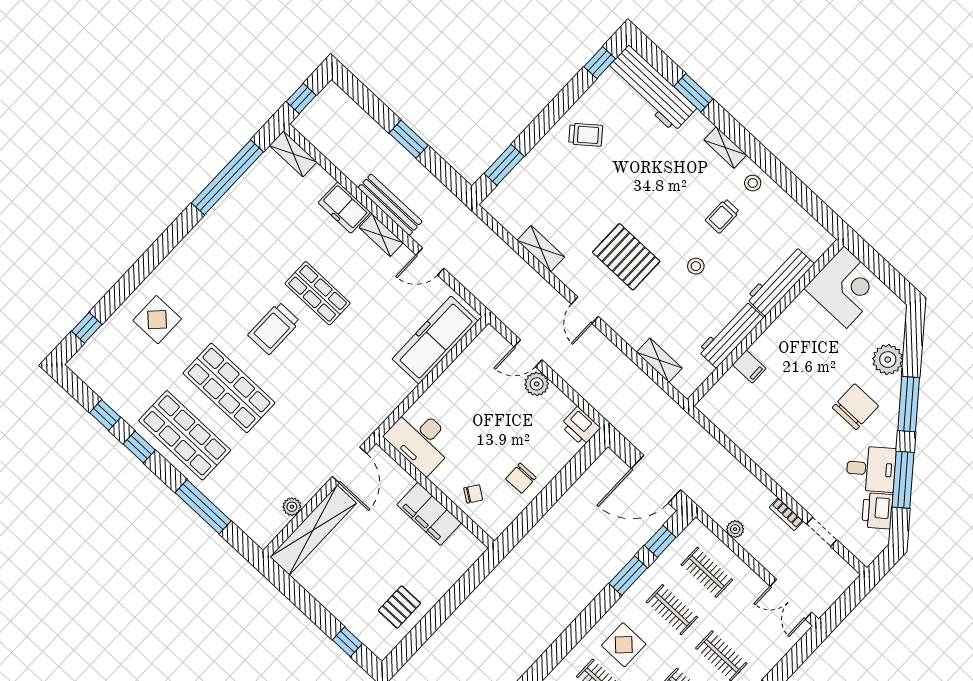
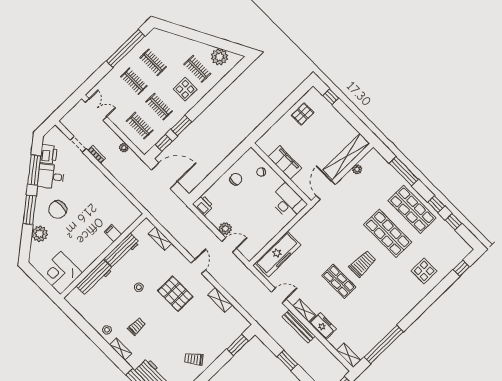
trolley: (722, 216) -> (137, 326), moved

